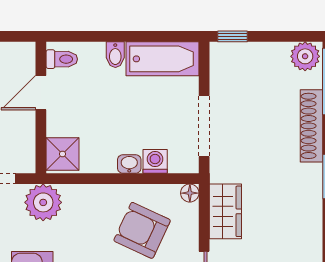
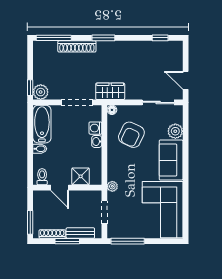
plant: (305, 56) -> (41, 92), moved
shower: (62, 154) -> (81, 176), moved
plant: (43, 202) -> (112, 186), width x0.53, depth x0.53
wardrobe: (225, 211) -> (110, 91), moved

